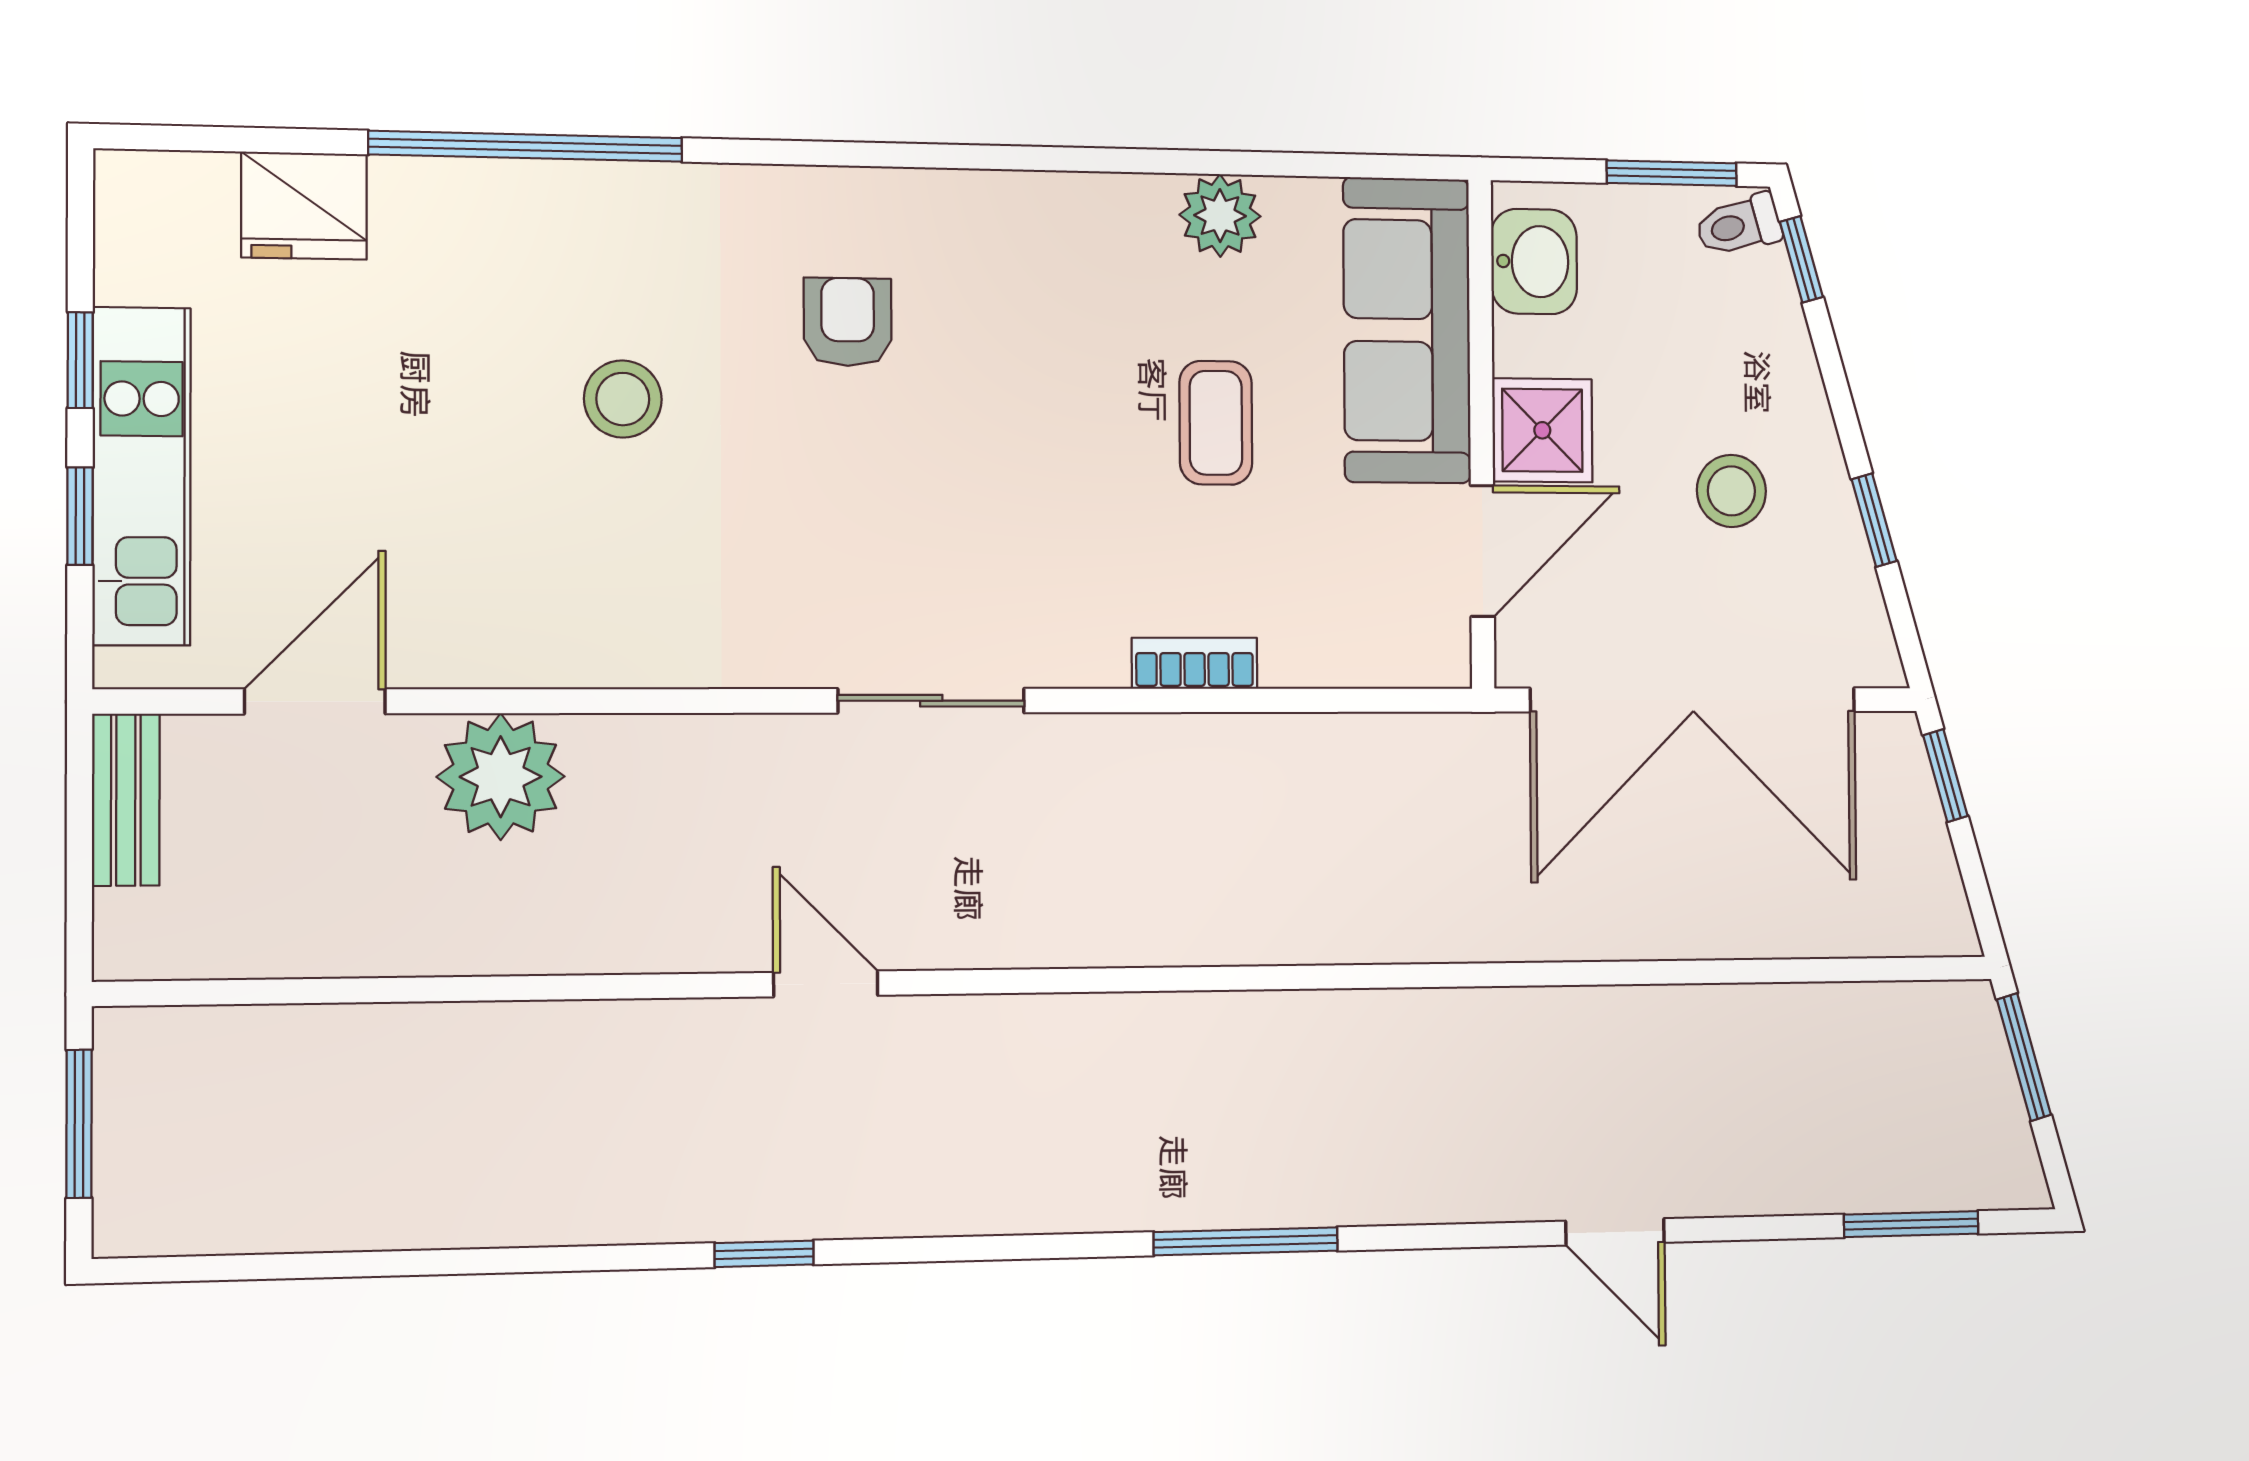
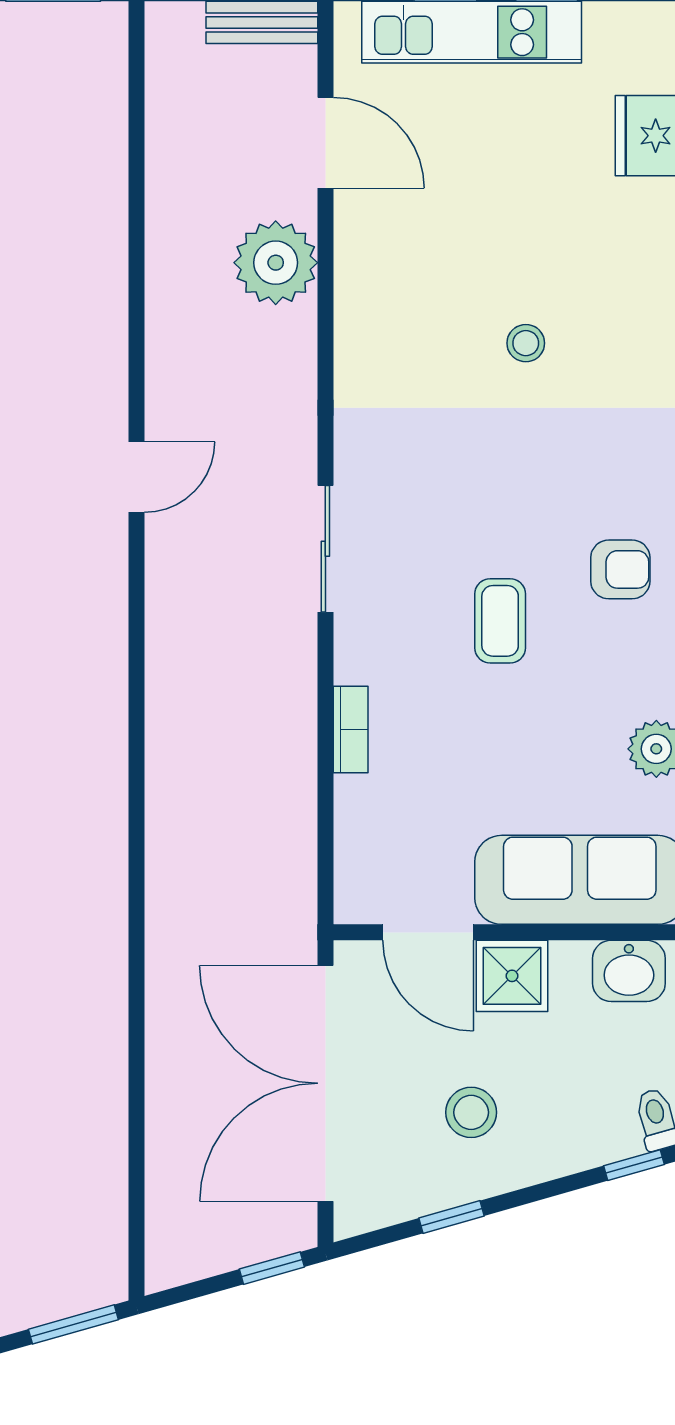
armchair: (848, 322) -> (620, 569), moved
stool: (623, 399) -> (526, 343), width x0.73, depth x0.73
coffee table: (1216, 423) -> (500, 621), moved, turned 90

